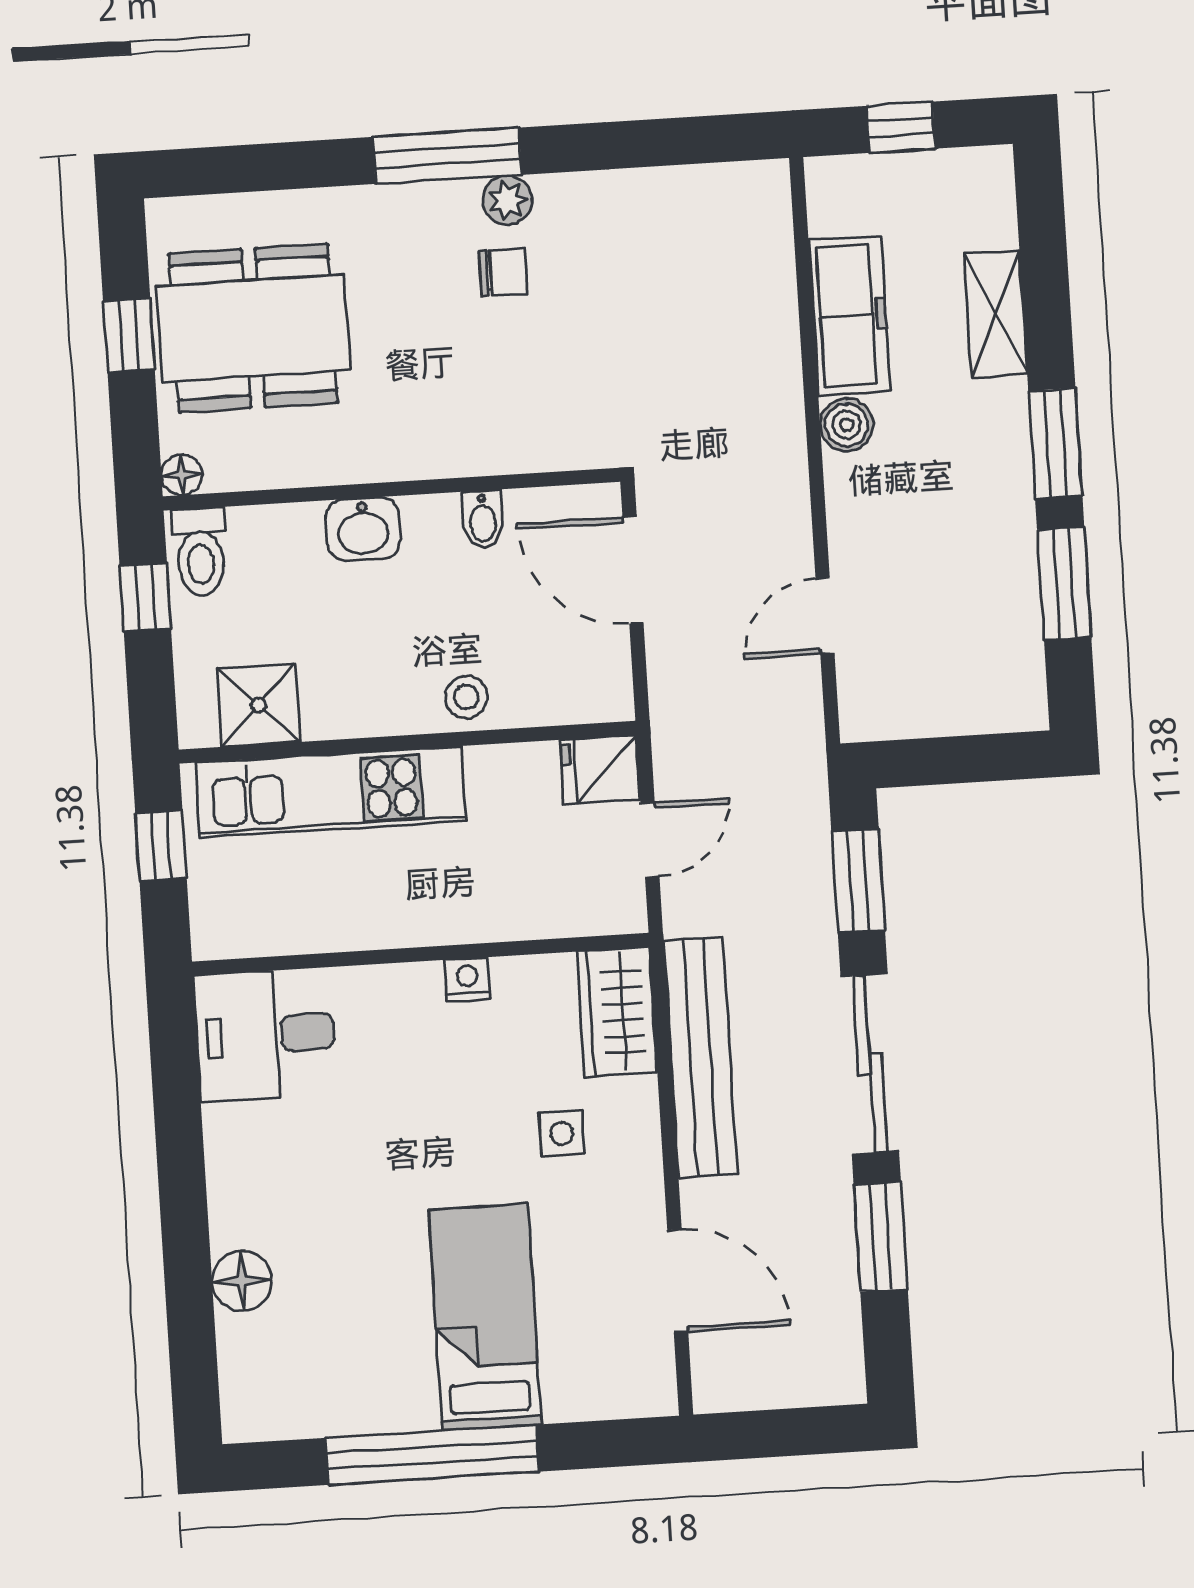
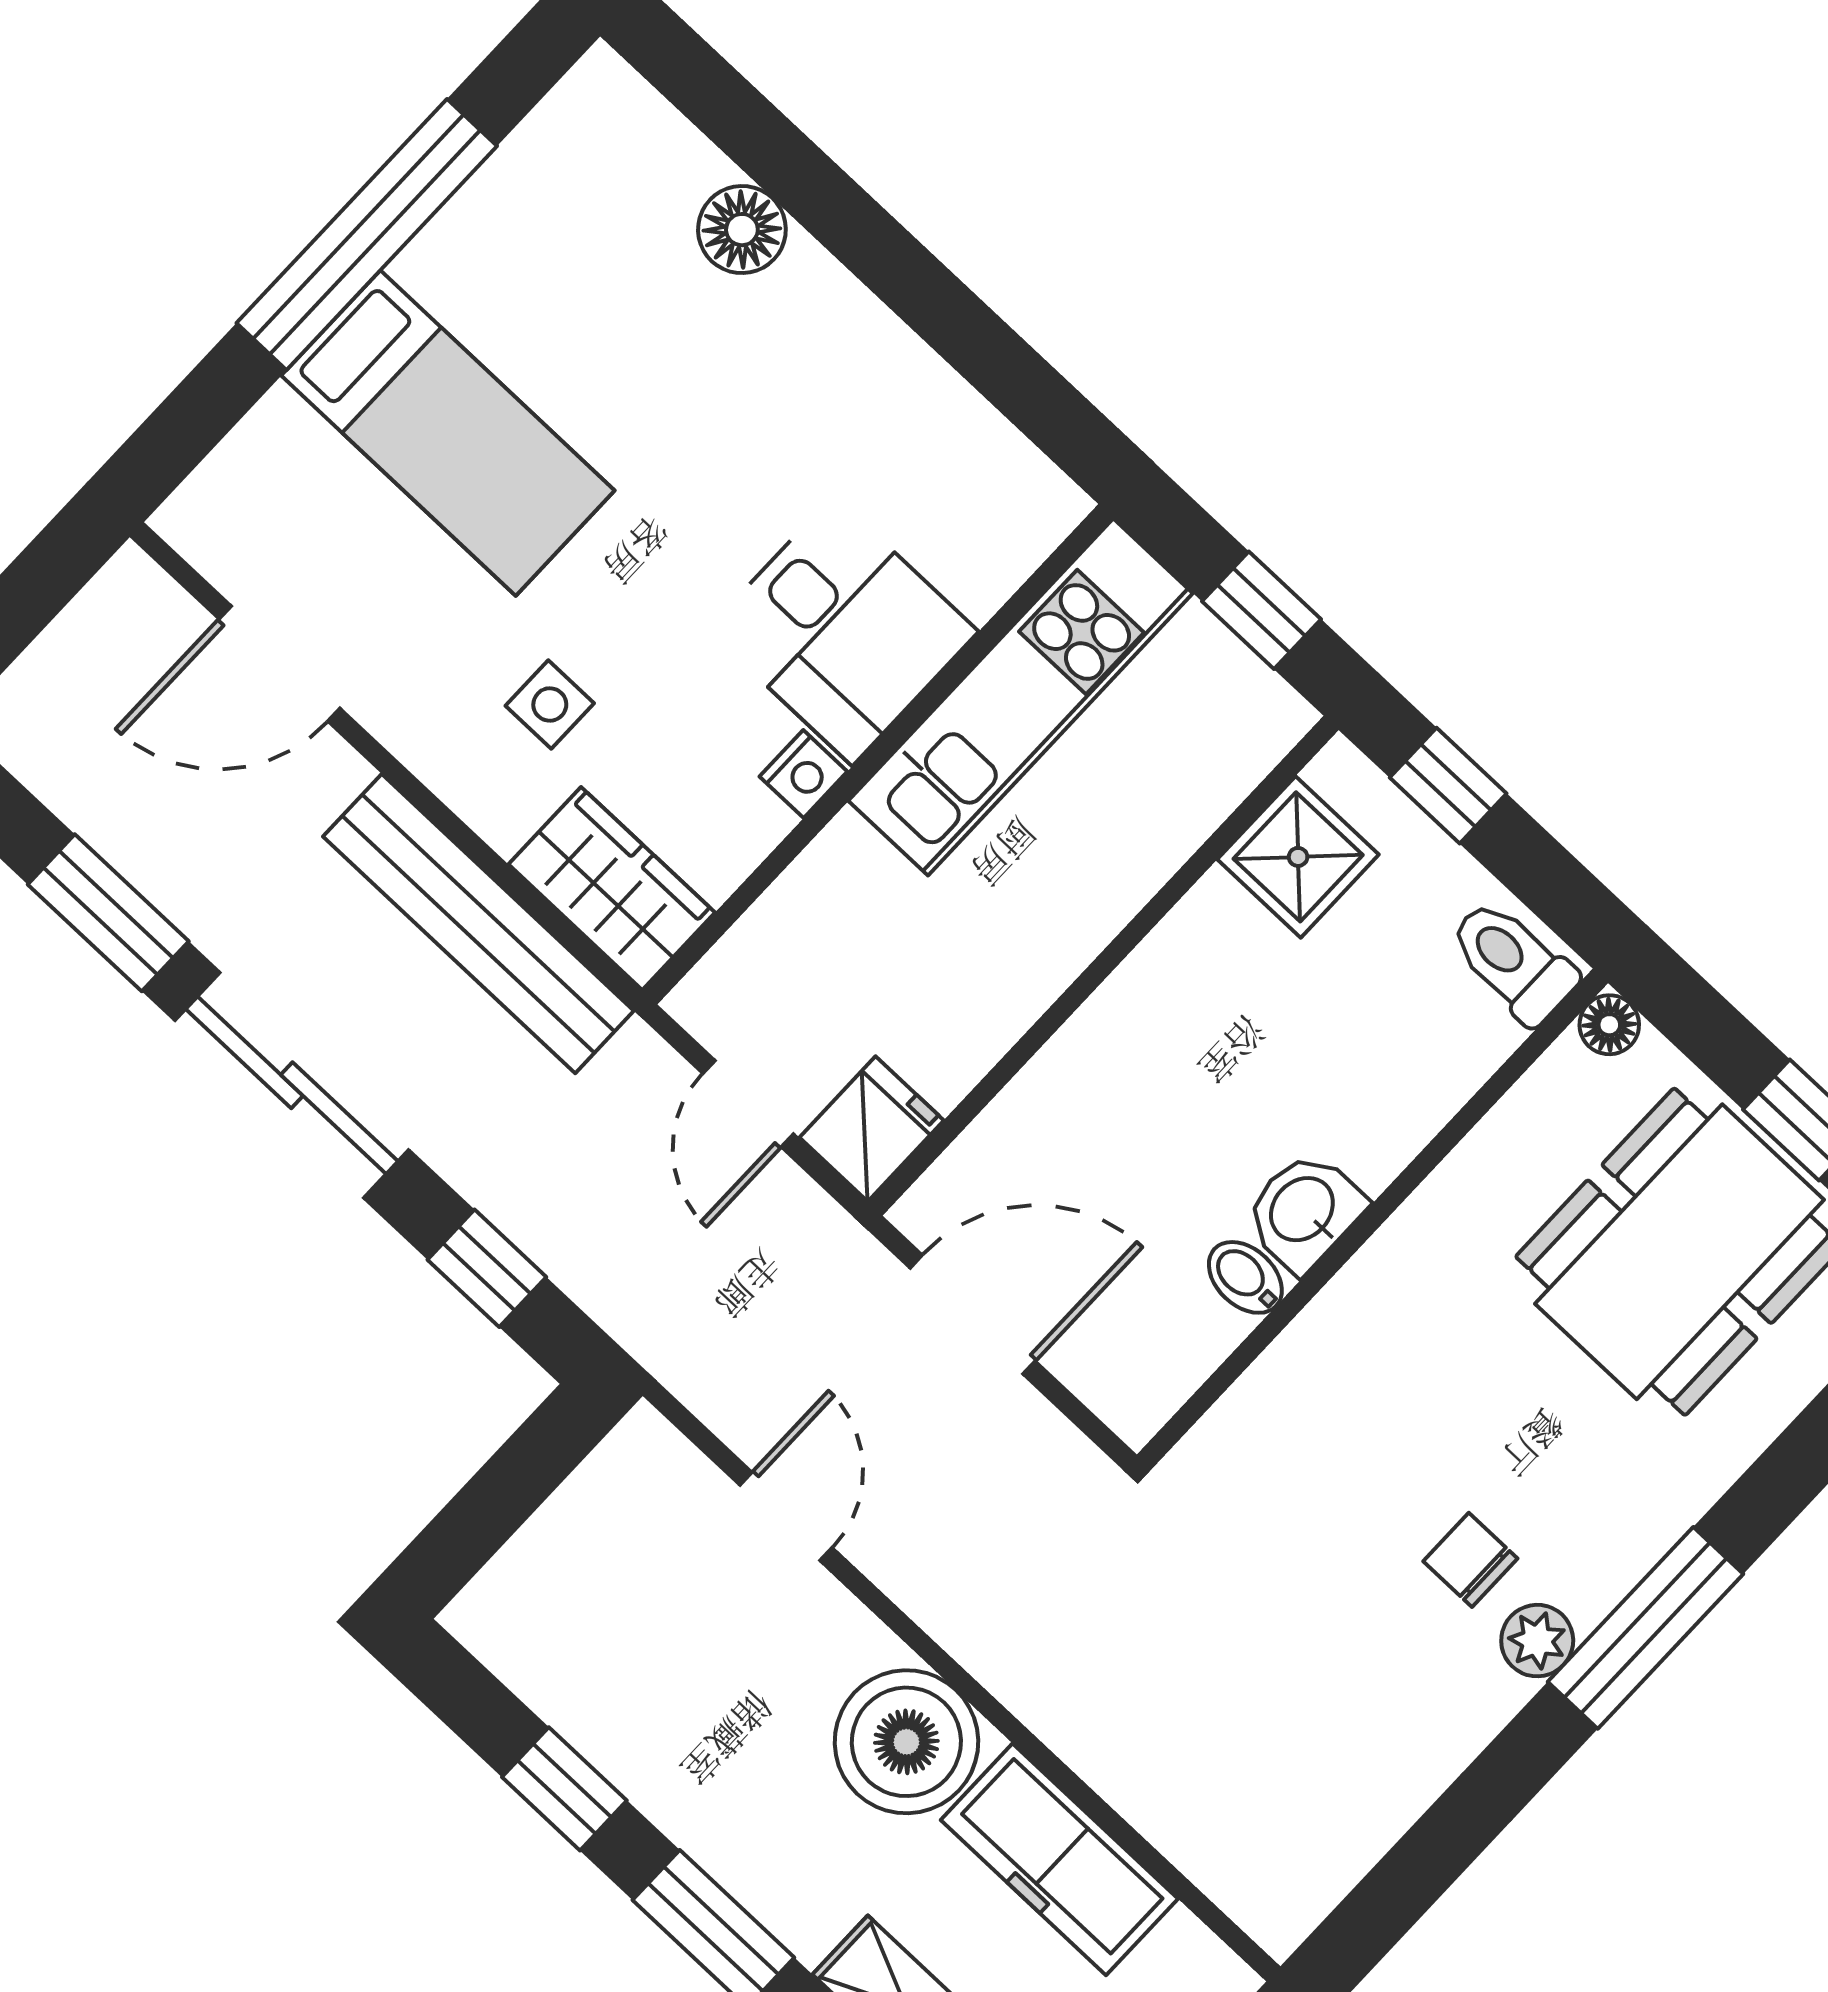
chair: (503, 272) -> (1470, 1560), turned 90
boiler: (847, 425) -> (906, 1742), width x1.86, depth x1.86
washbasin: (363, 529) -> (1304, 1211), moved
door: (633, 570) -> (973, 1315), moved
window: (1064, 584) -> (564, 1789), width x0.67
window: (145, 597) -> (1448, 786), moved
stool: (466, 697) -> (1086, 1072), removed
kitchen unit: (330, 792) -> (1021, 697), moved, turned 180
window: (858, 881) -> (487, 1268), width x0.67
desk: (265, 1035) -> (843, 631), moved, turned 90

